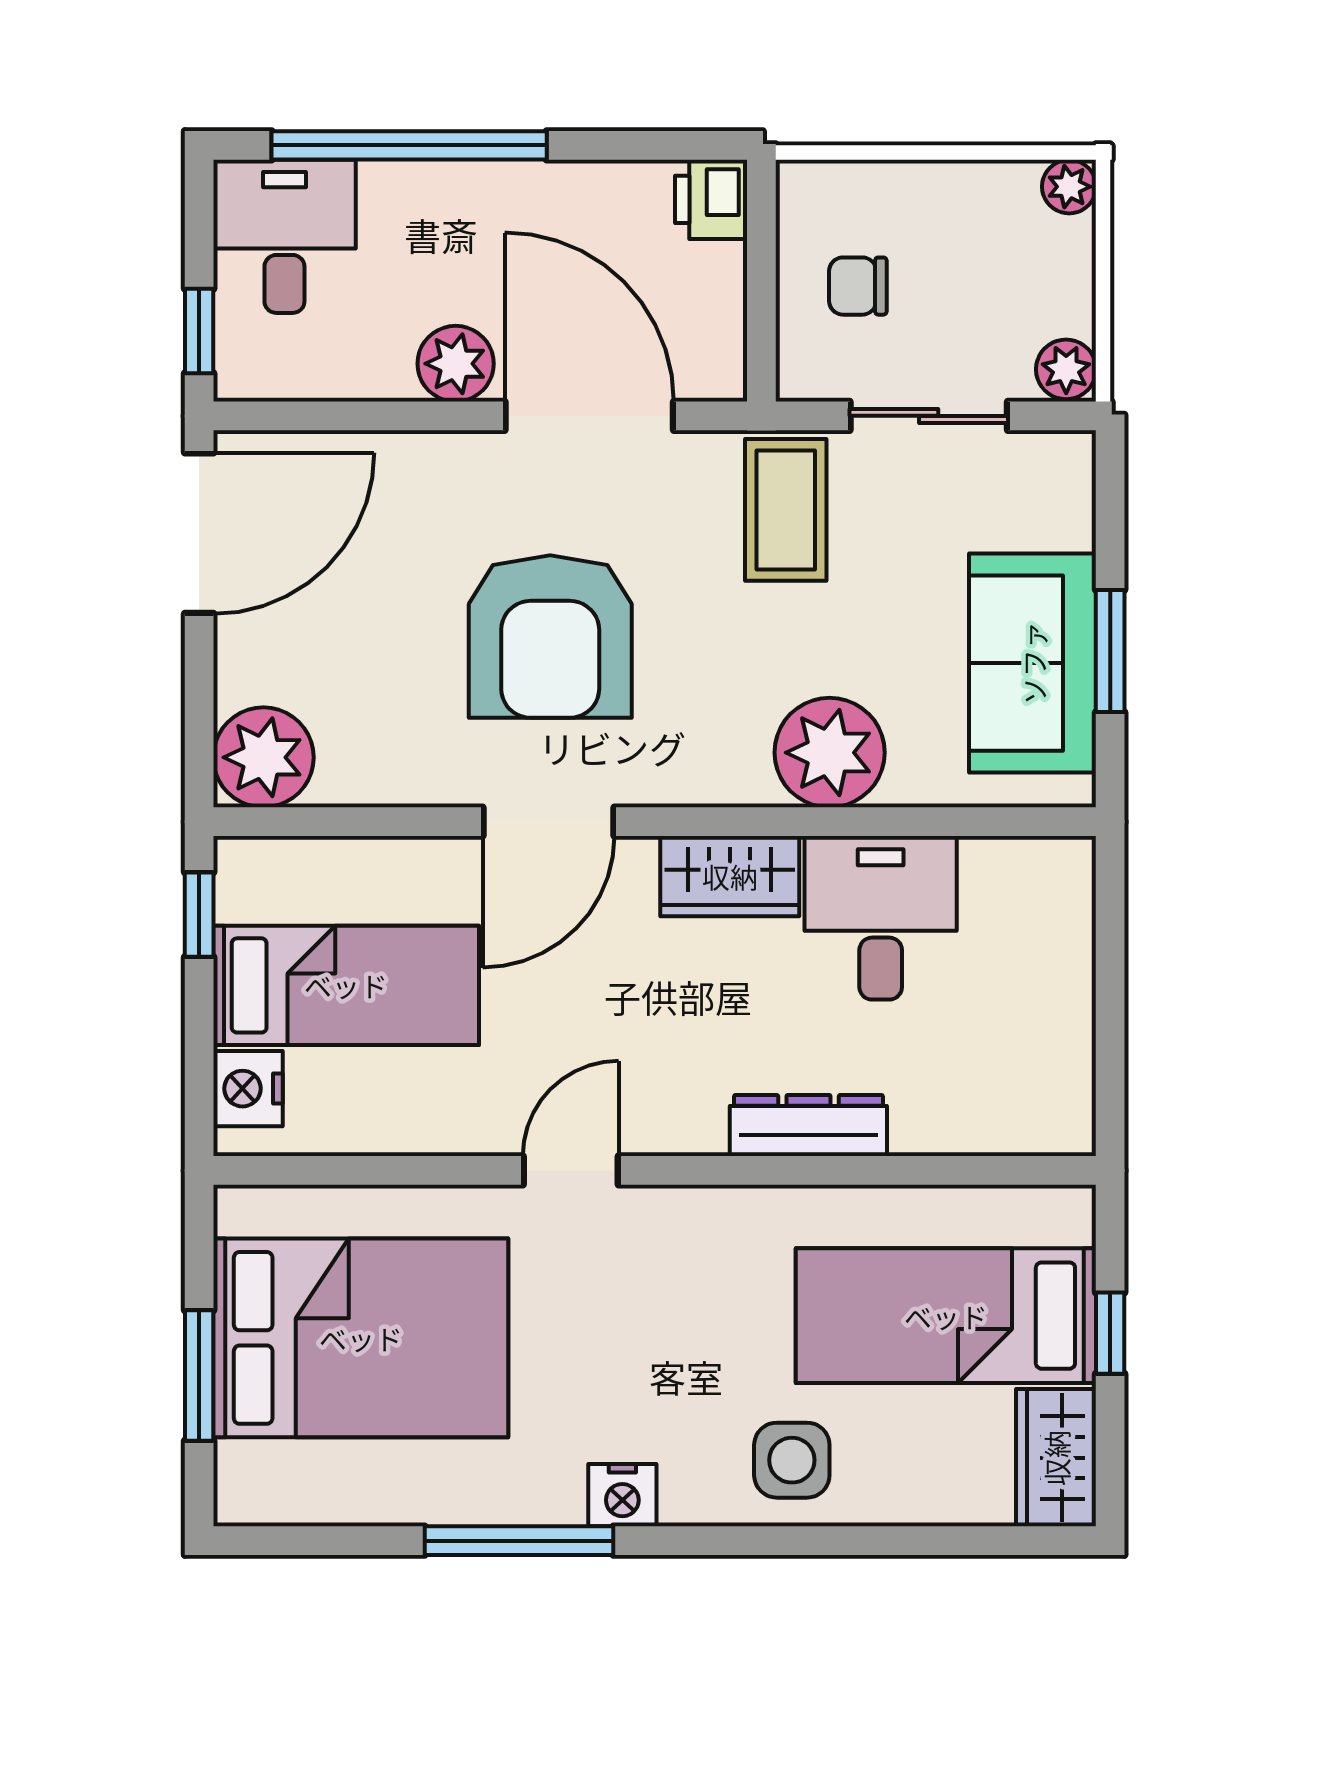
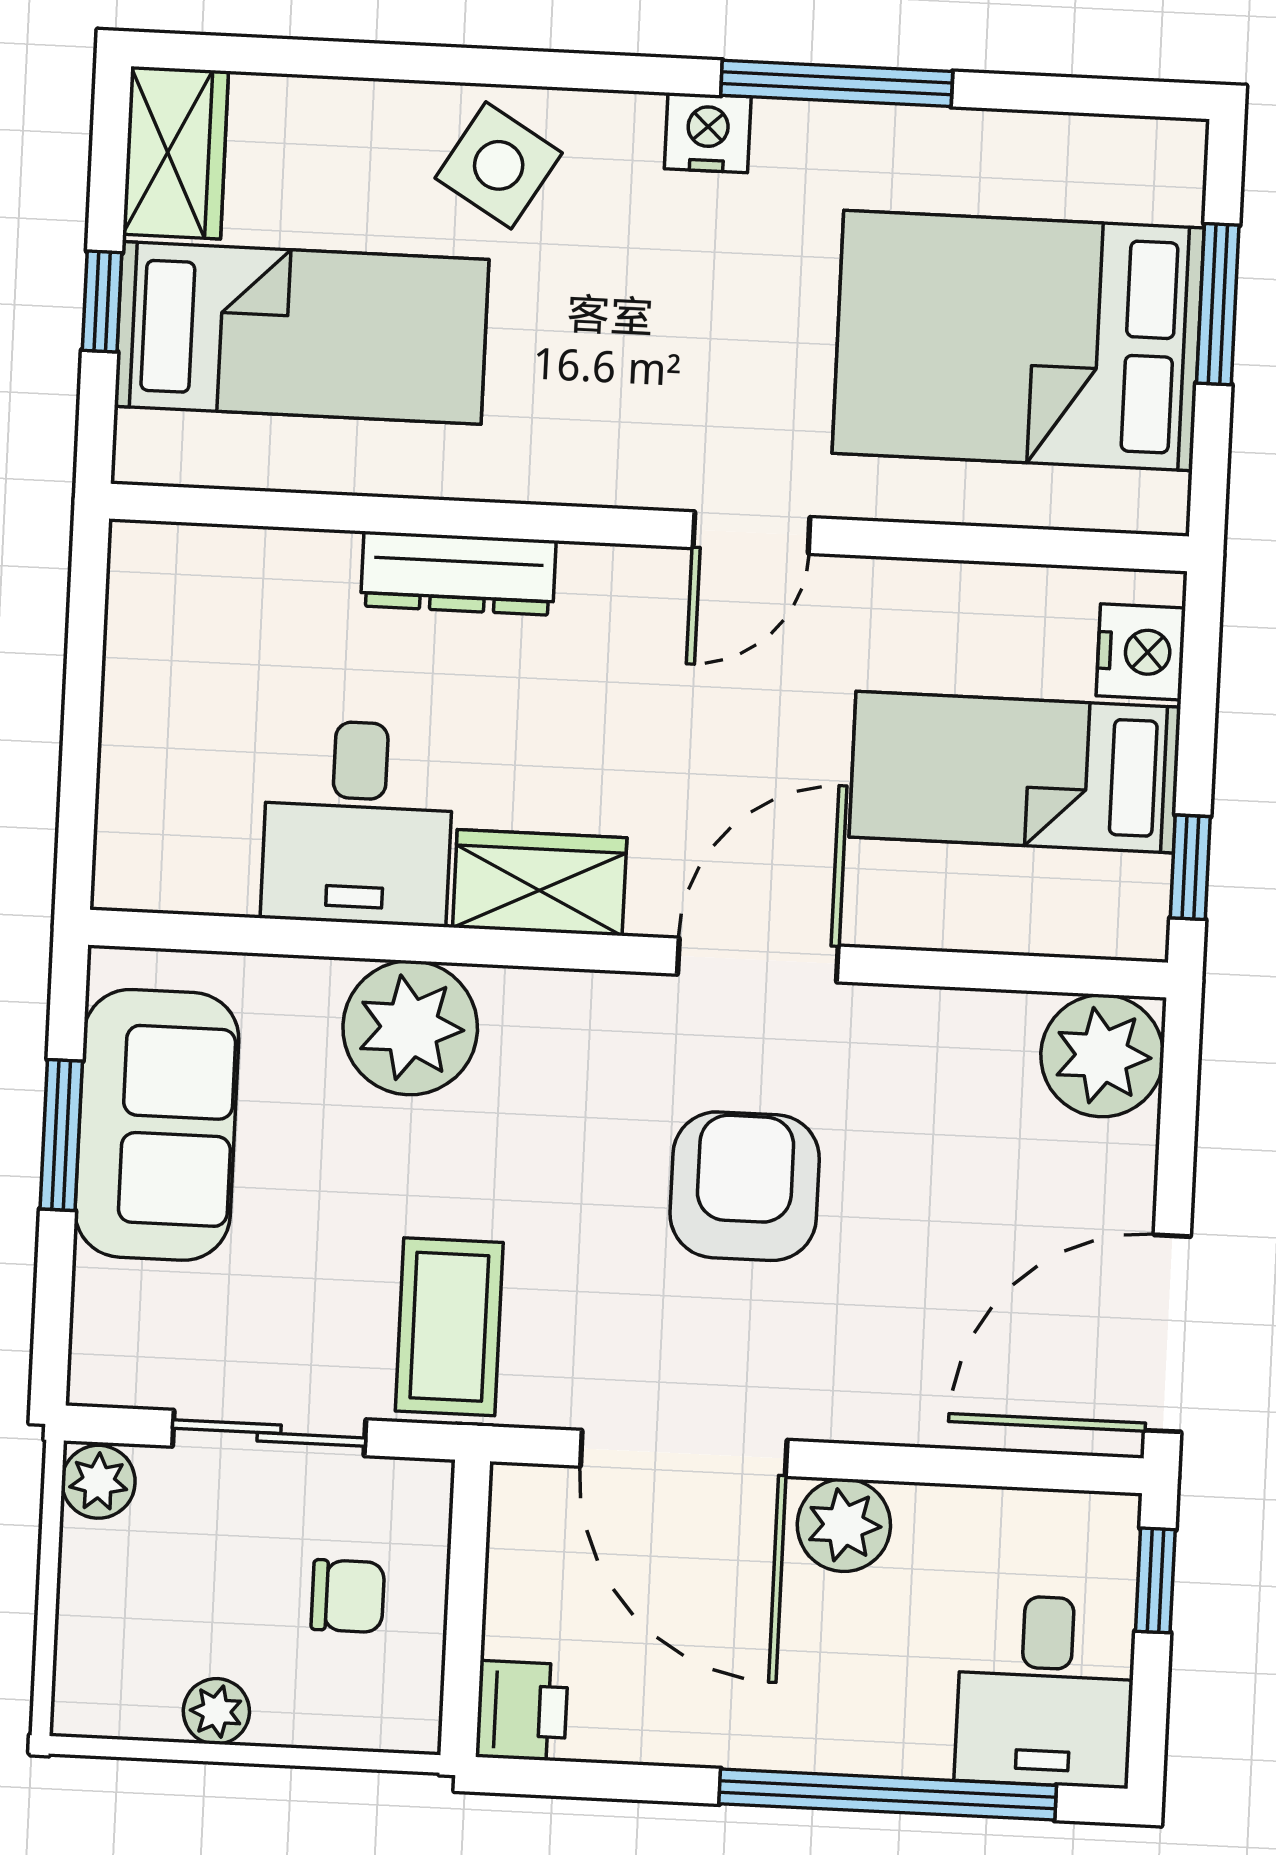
plant: (1069, 187) -> (216, 1711), moved
armchair: (550, 636) -> (745, 1186), width x0.73, depth x0.73
side table: (792, 1460) -> (499, 165), turned 31

